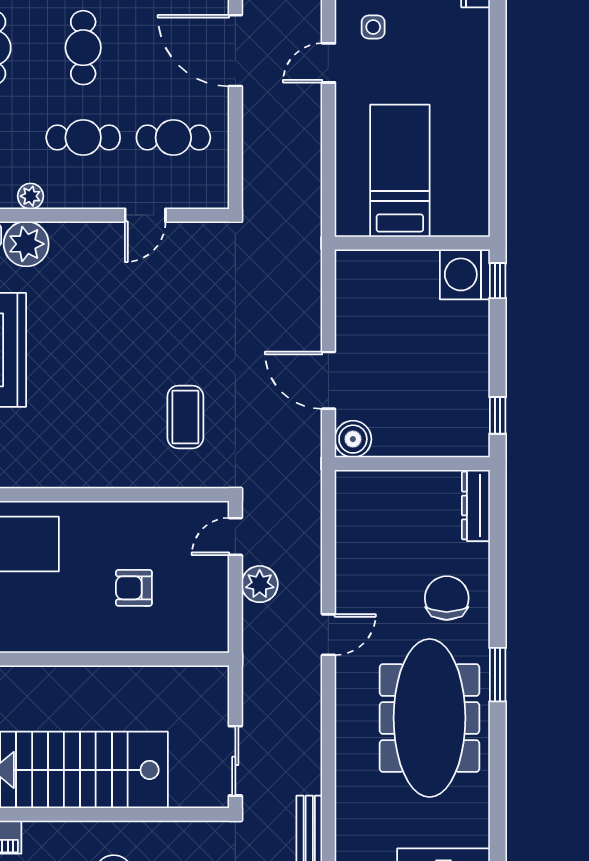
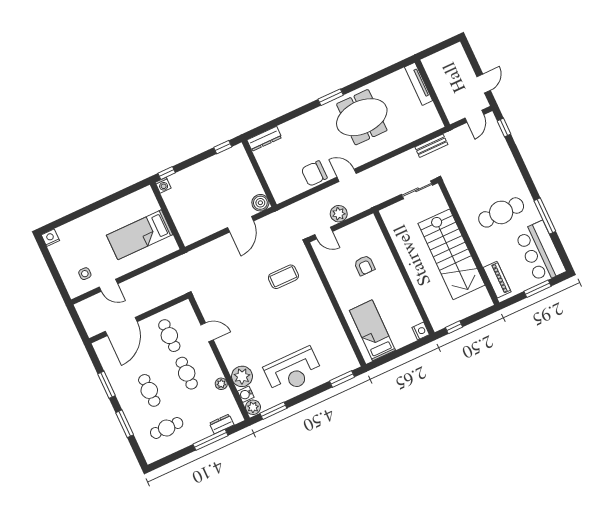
cafe table: (83, 48) -> (149, 390), turned 90
washing machine: (465, 274) -> (163, 185), width x0.53, depth x0.53
chair: (447, 598) -> (314, 173), moved
meeting table: (430, 718) -> (362, 117), width x0.73

